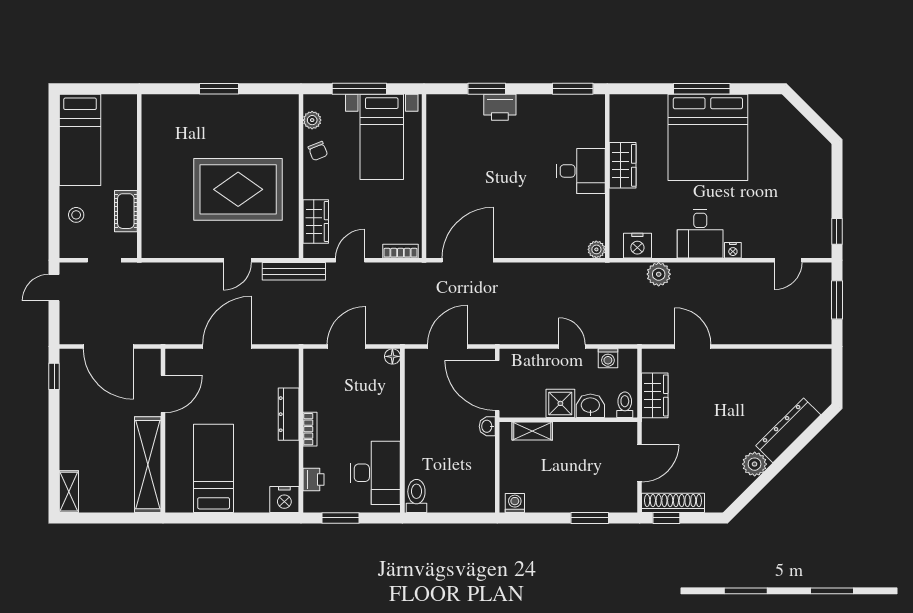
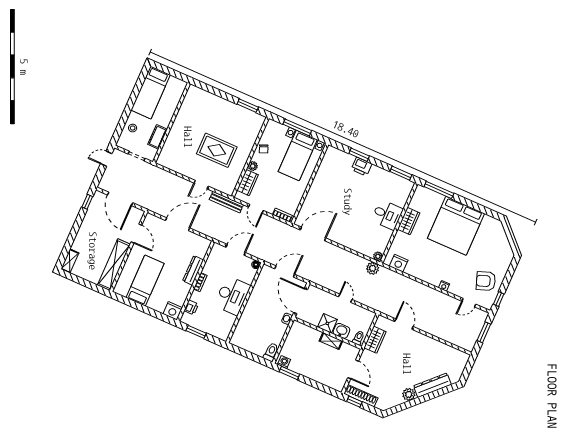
window: (219, 89) -> (248, 106), moved
window: (702, 89) -> (439, 190), moved
plant: (312, 120) -> (253, 166), moved
rug: (238, 189) -> (217, 150), width x0.73, depth x0.69
armchair: (801, 210) -> (486, 281), added
desk: (700, 234) -> (432, 271), removed
door: (350, 260) -> (256, 209), swing flipped
plant: (659, 274) -> (373, 268), moved
washing machine: (608, 358) -> (360, 312), removed
door: (163, 394) -> (136, 234), hinge flipped
shelving: (532, 431) -> (331, 341), moved
door: (640, 463) -> (353, 369), hinge flipped
desk: (375, 473) -> (232, 296), moved
toilet: (416, 496) -> (271, 352), moved
window: (590, 518) -> (289, 373), moved

